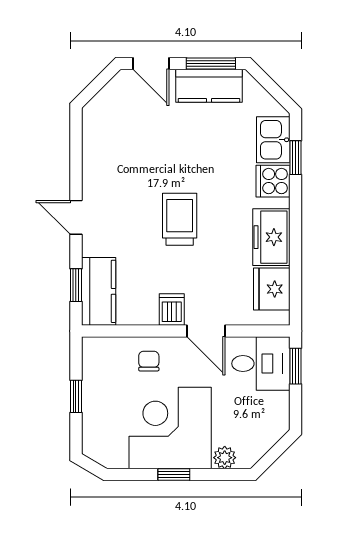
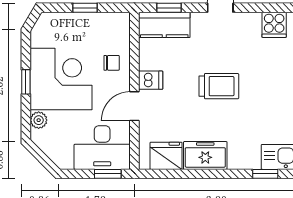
cooker: (273, 181) -> (274, 25), moved, turned 180
desk: (261, 364) -> (102, 148), width x1.37

